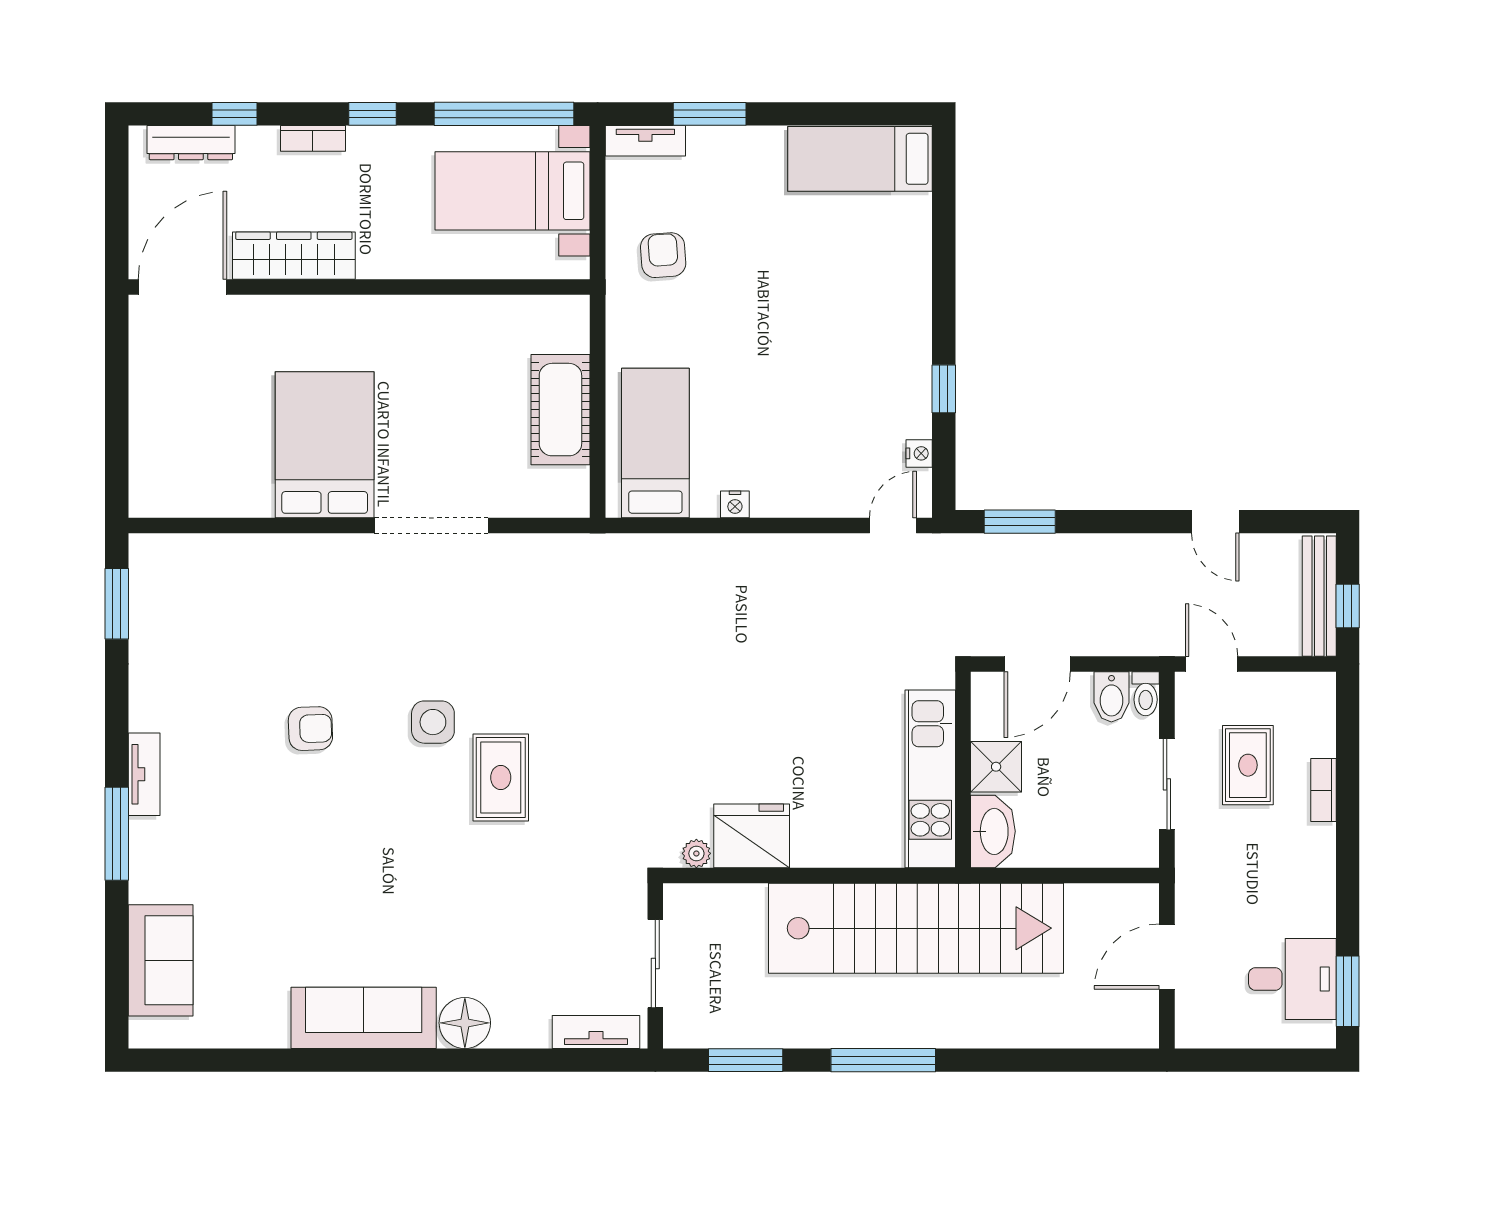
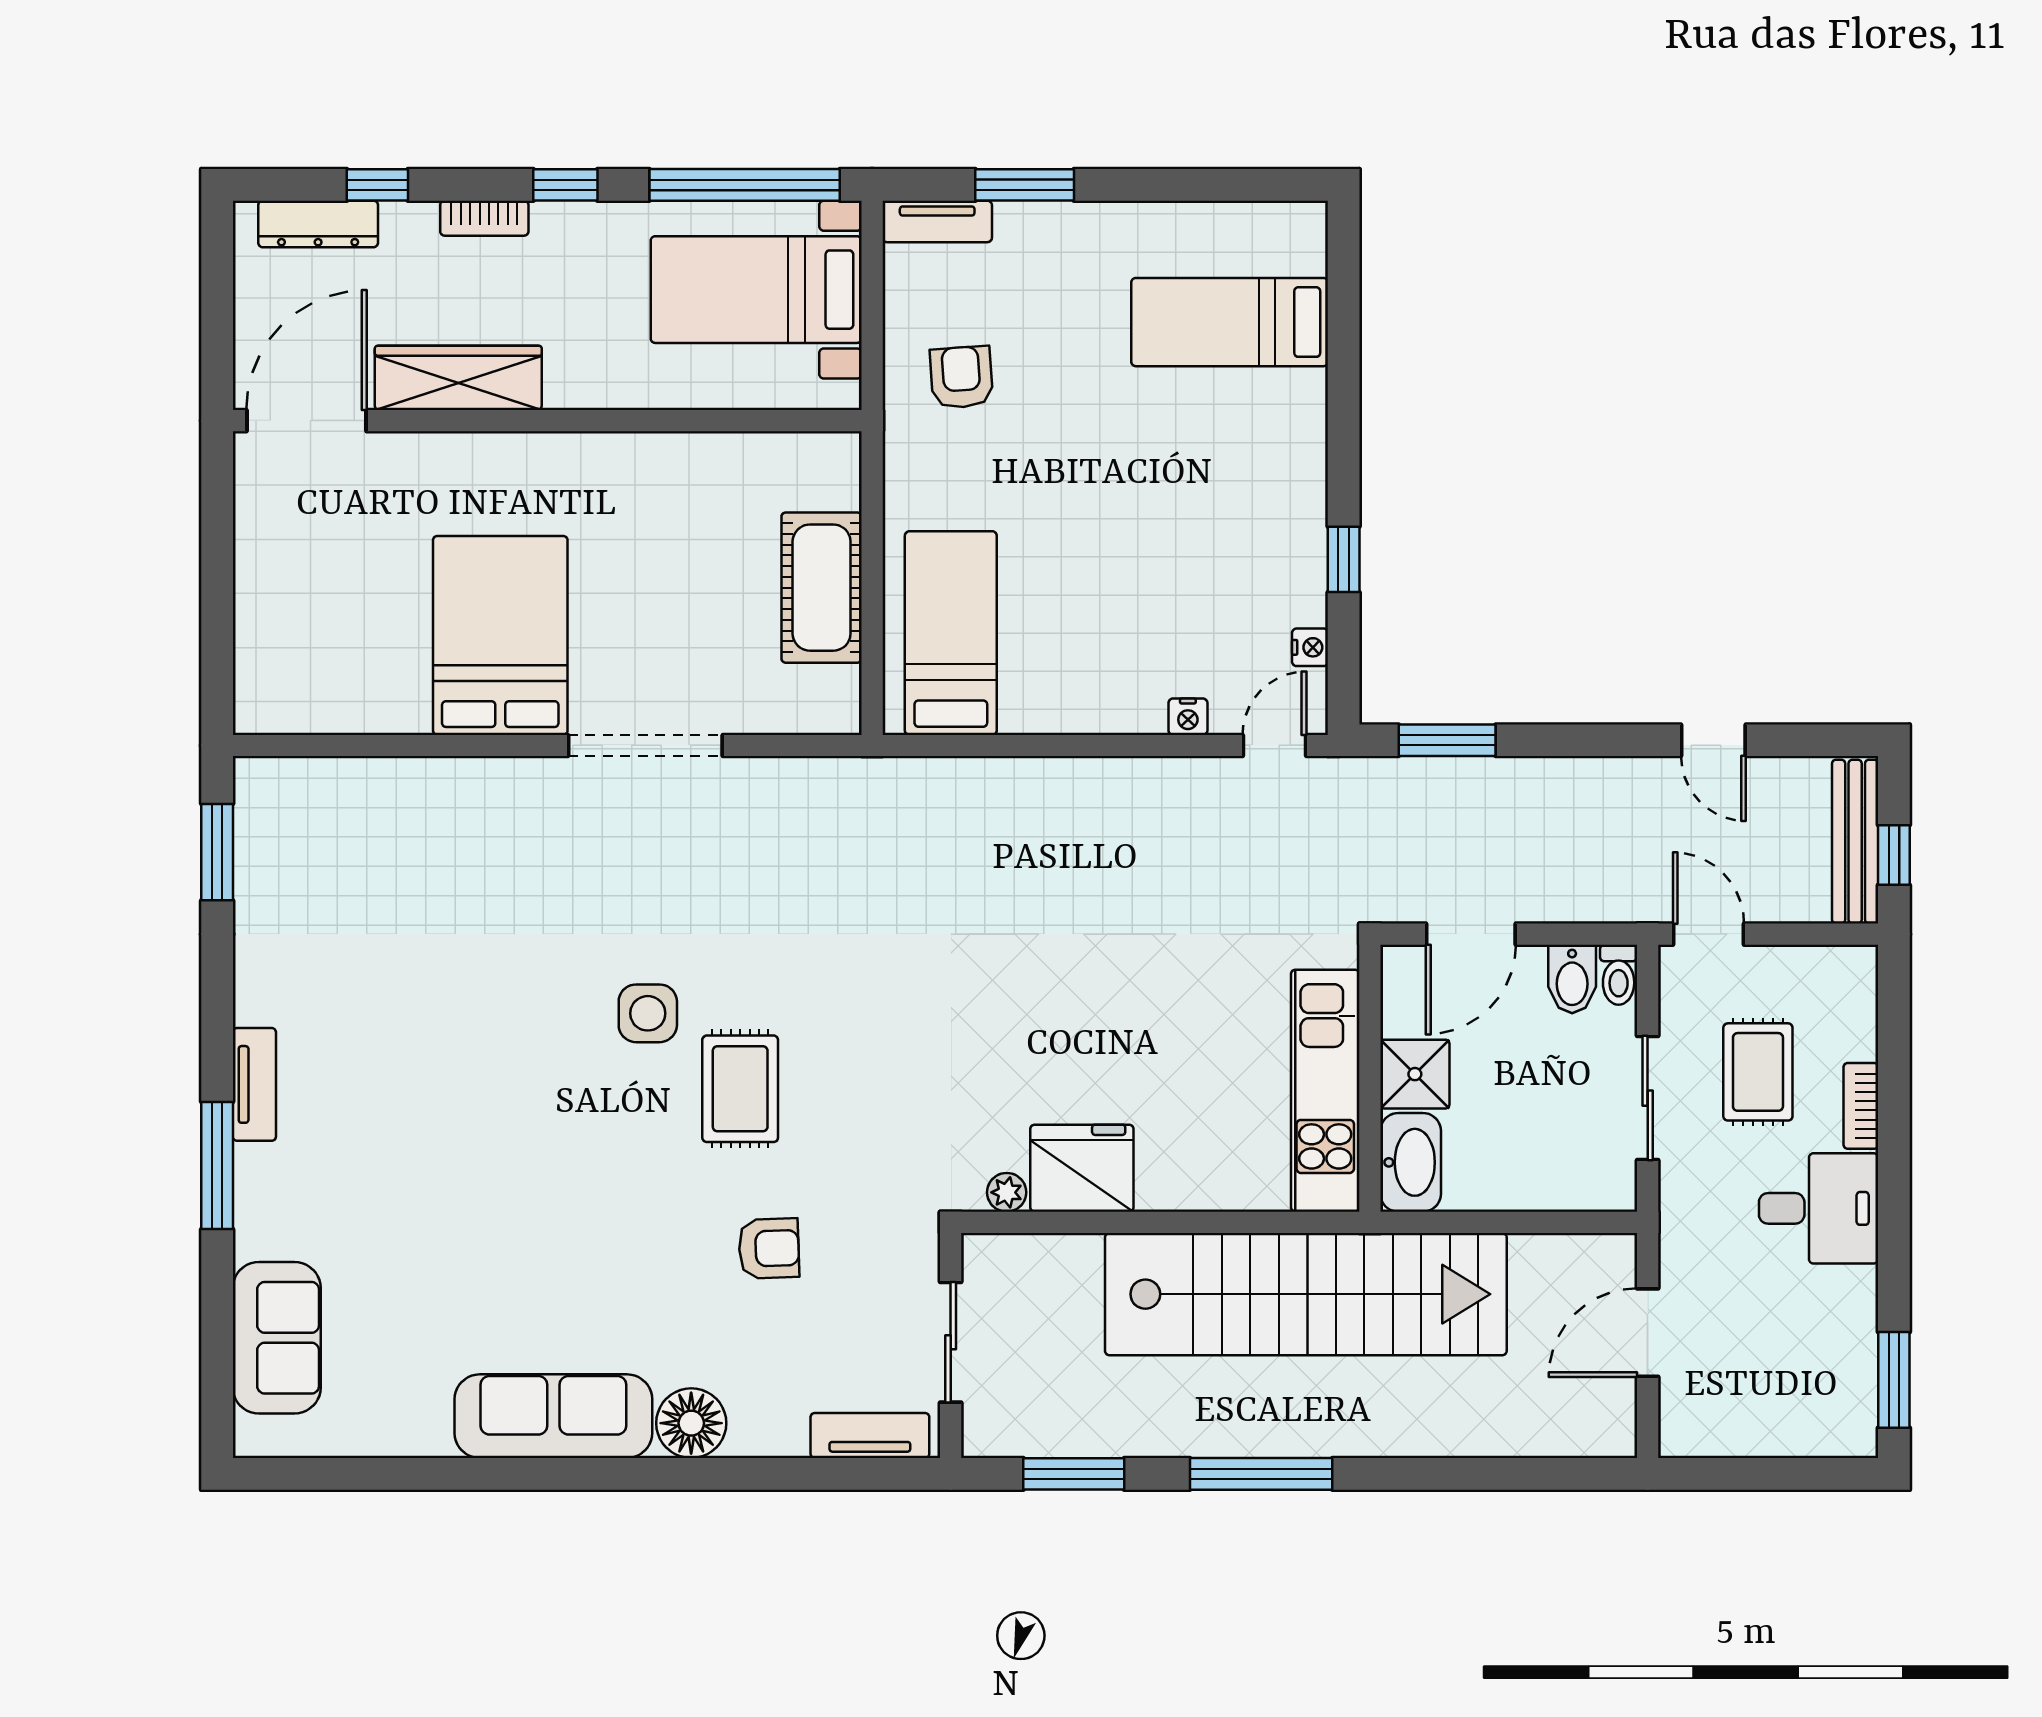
bed: (860, 159) -> (1230, 322), moved
nightstand: (735, 504) -> (1188, 717), moved
armchair: (310, 729) -> (769, 1248), moved
desk: (1292, 979) -> (1819, 1208), moved

